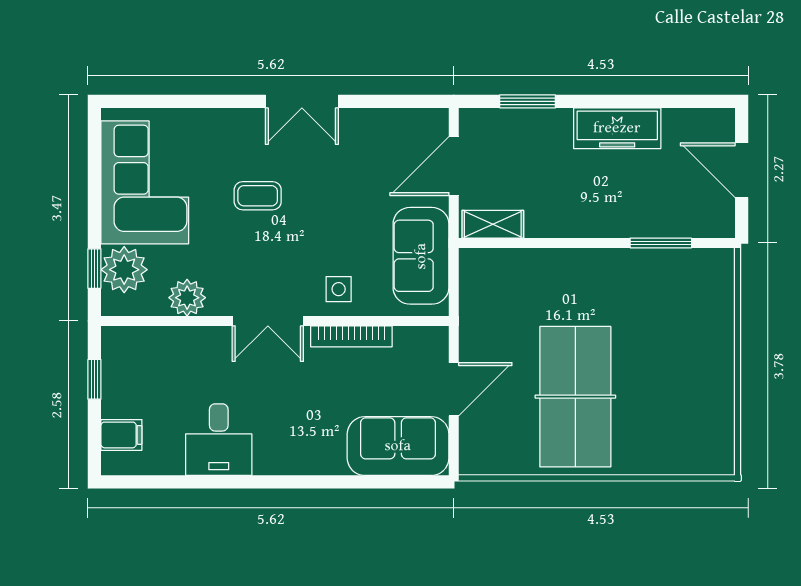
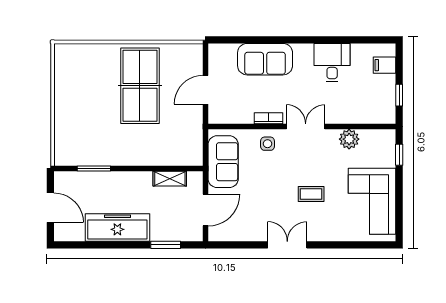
freezer: (617, 128) -> (117, 228), width x1.36, depth x1.26
shelving: (493, 224) -> (170, 179), moved
plant: (124, 270) -> (383, 154), removed
bookcase: (351, 336) -> (269, 118), width x0.64
sofa: (398, 446) -> (265, 59), moved

